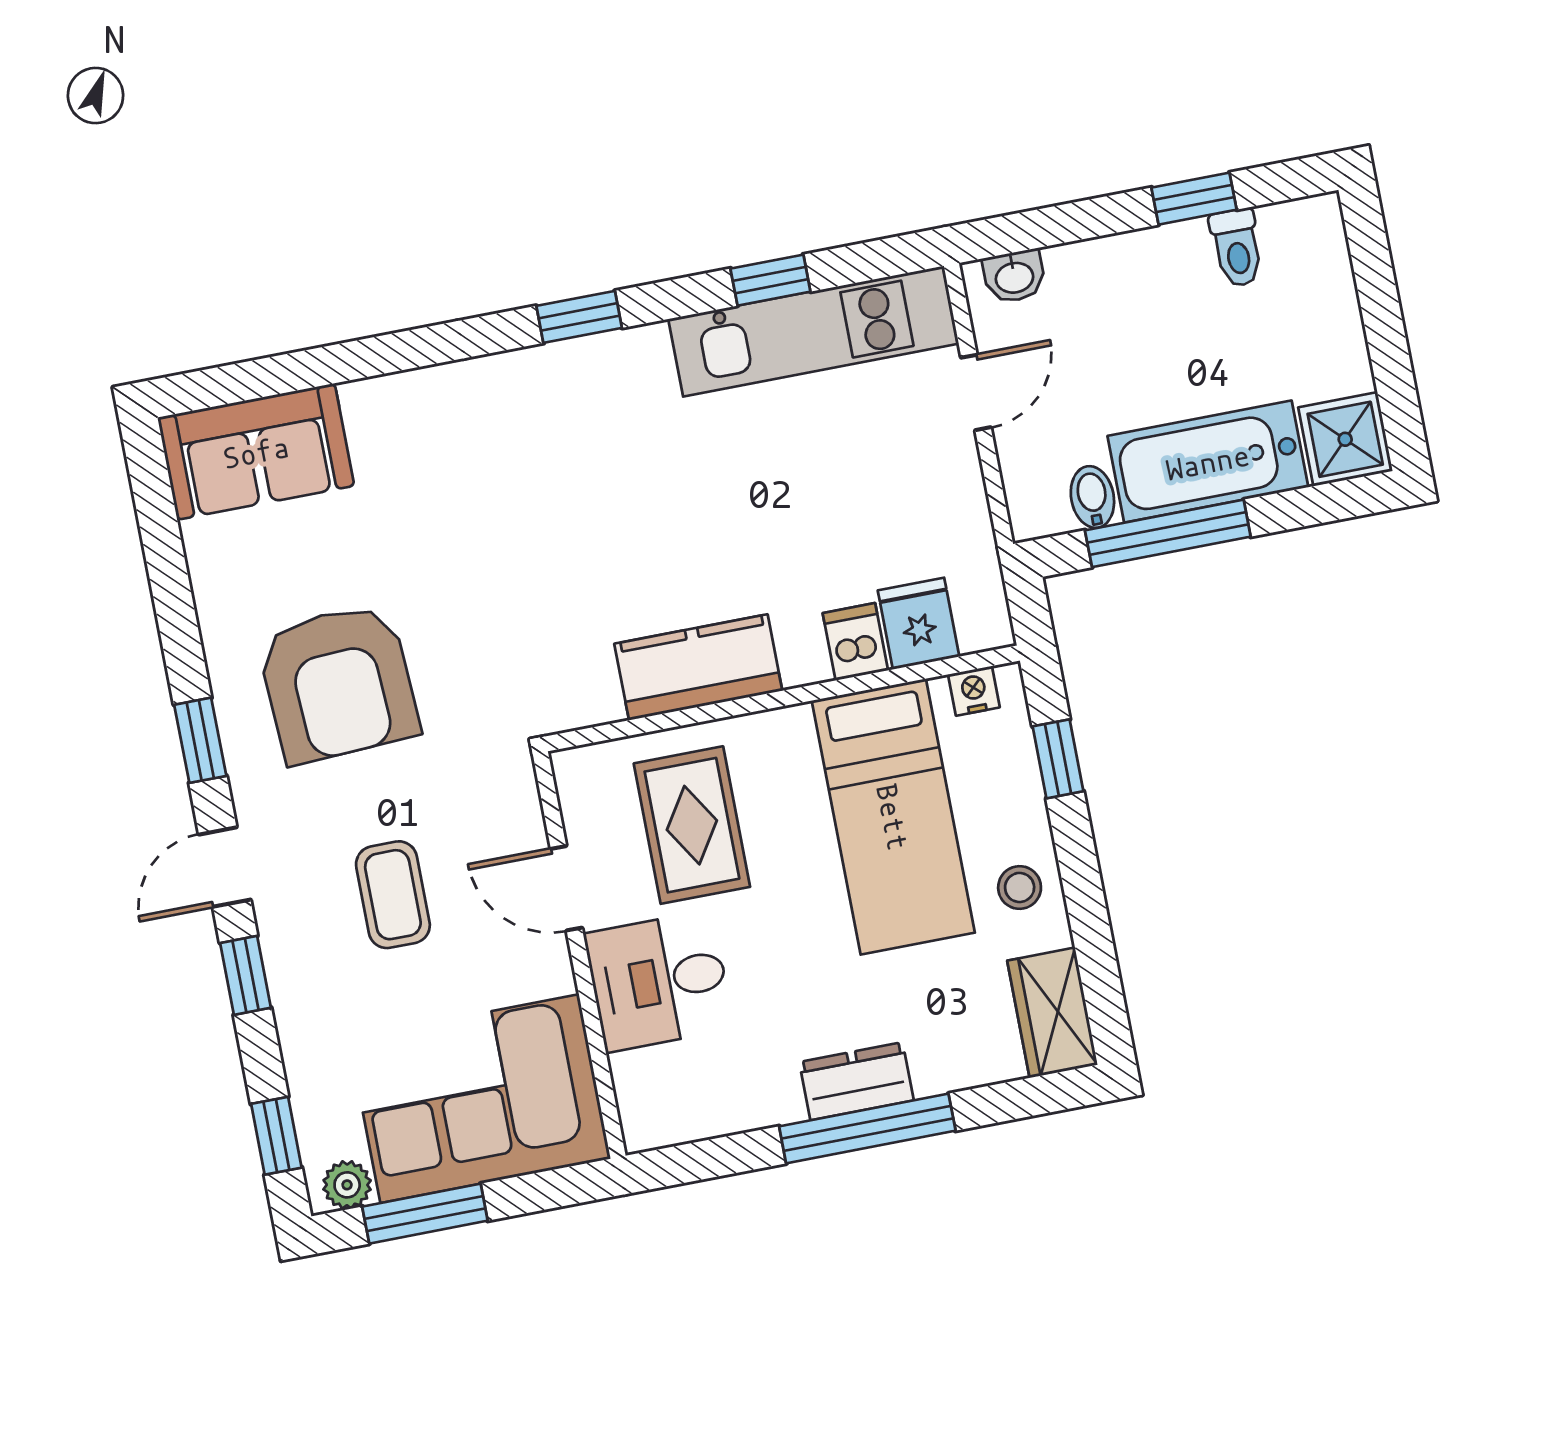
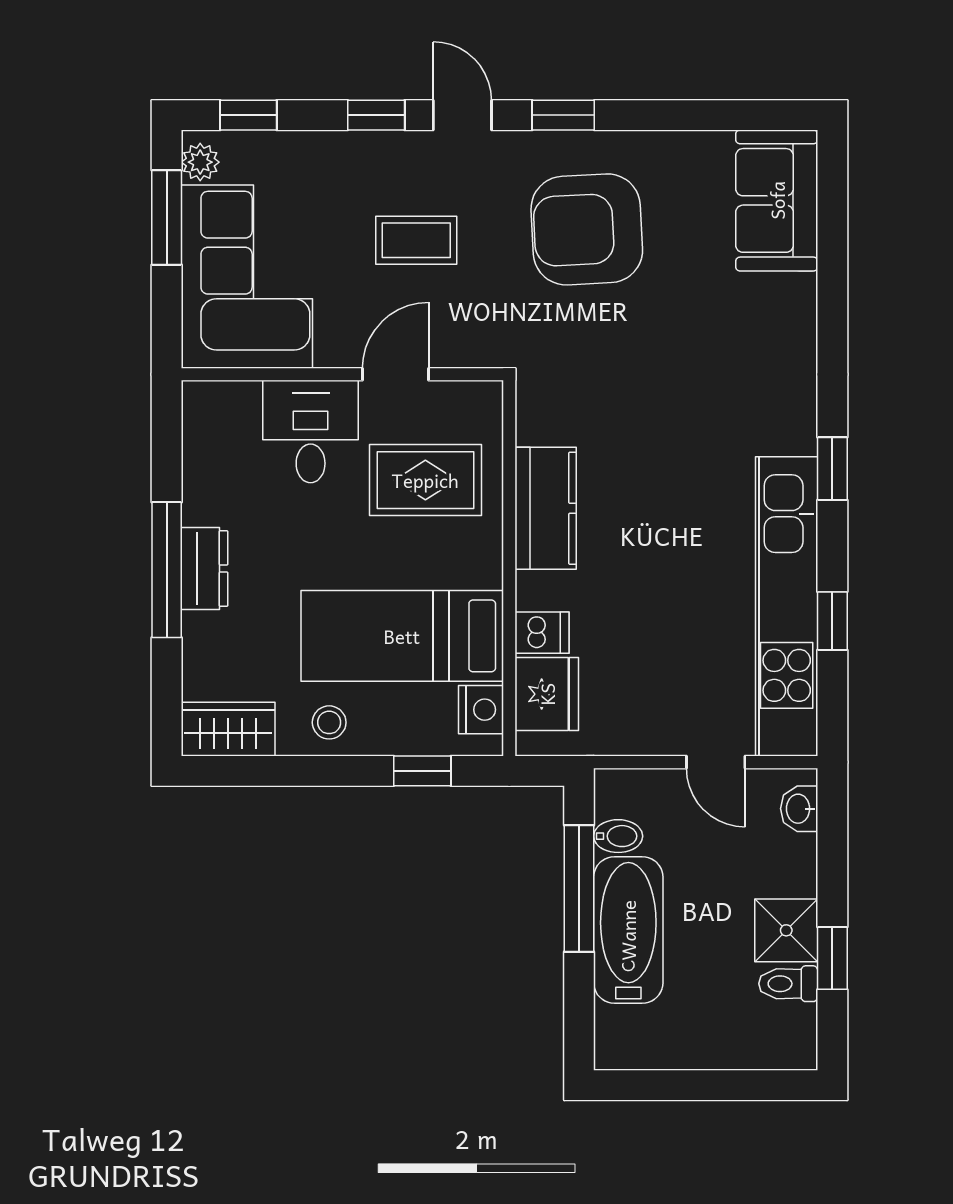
kitchen unit: (814, 331) -> (787, 606), width x1.36
shower: (1345, 439) -> (786, 930), moved
fridge: (919, 624) -> (547, 694), width x1.38
nightstand: (974, 691) -> (481, 710), width x1.39, depth x1.35

